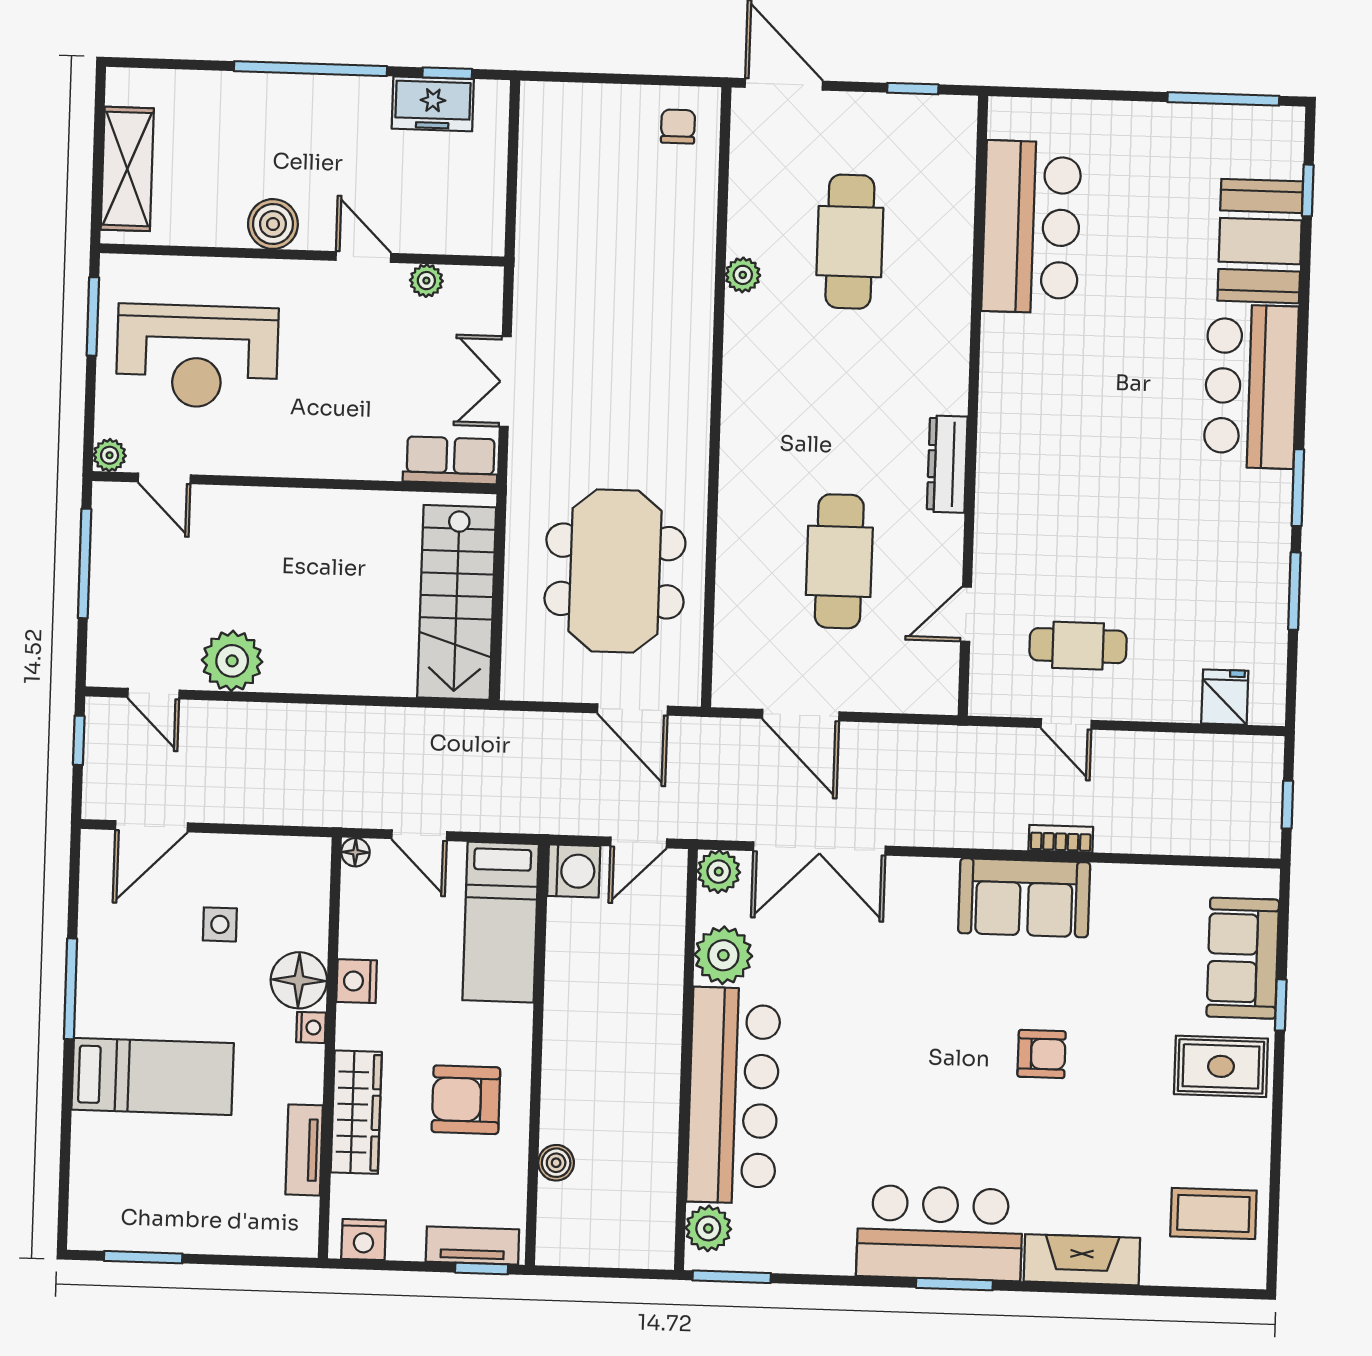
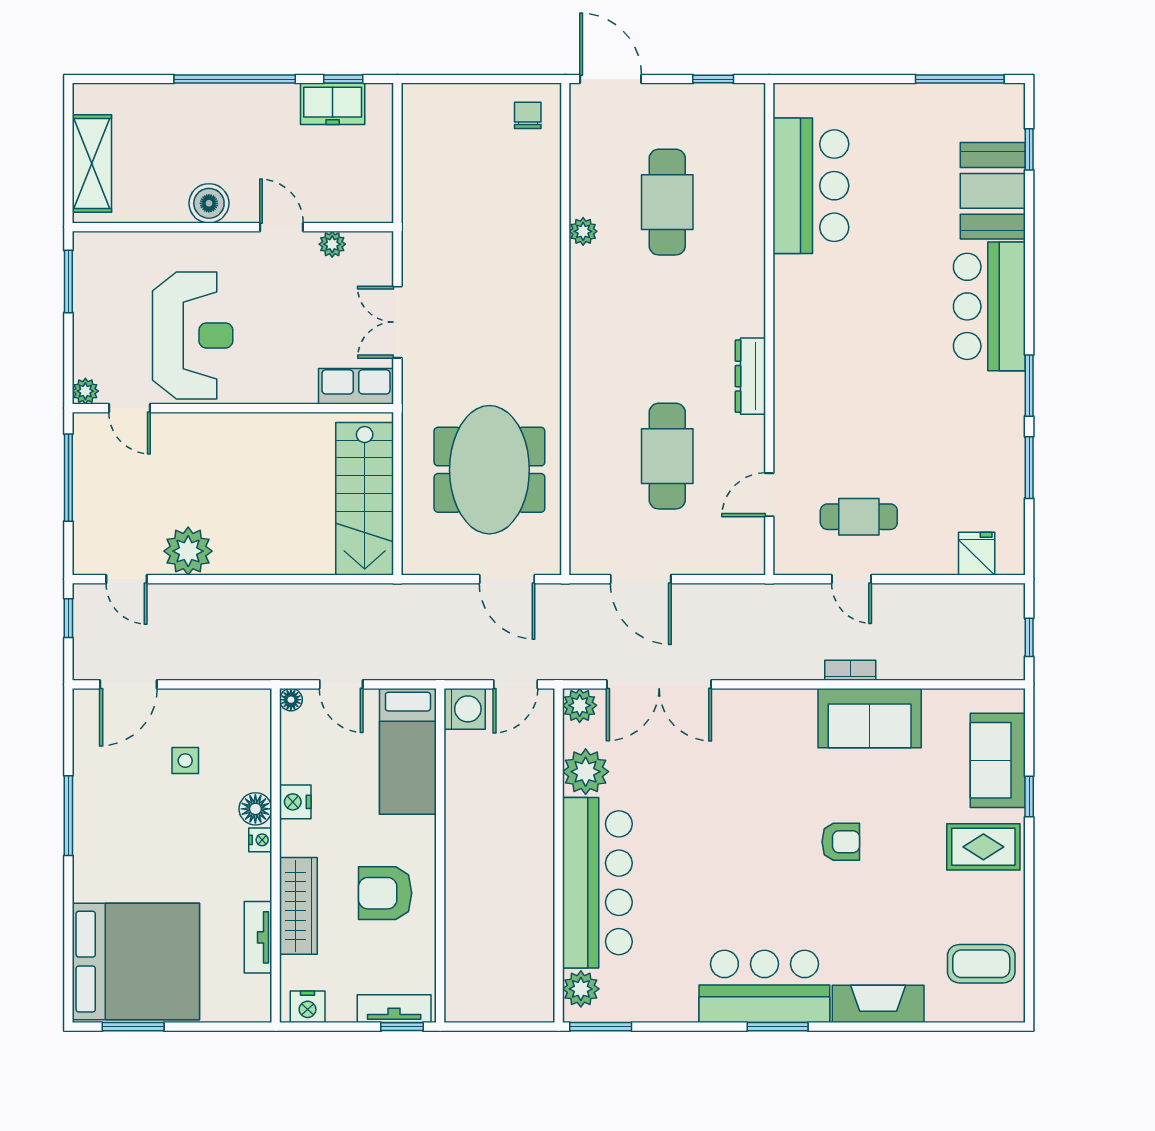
reception desk: (197, 356) -> (193, 335), moved, turned -90
sofa: (1024, 898) -> (870, 718), moved
floor lamp: (299, 980) -> (255, 809), width x0.73, depth x0.73
bed: (153, 1076) -> (136, 962), moved, width x2.04
boiler: (556, 1163) -> (458, 941), removed

